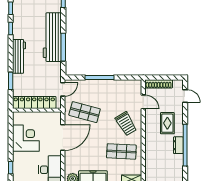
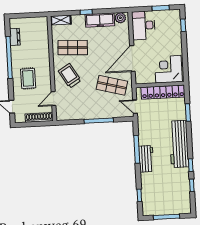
workbench: (52, 37) -> (146, 159), width x0.53, depth x0.76
workbench: (19, 56) -> (179, 144), width x1.36, depth x1.32
door: (63, 89) -> (135, 107), hinge flipped
door: (143, 102) -> (53, 99), hinge flipped
corner desk: (26, 138) -> (168, 69), moved, turned 90
dresser: (178, 145) -> (15, 37), moved

